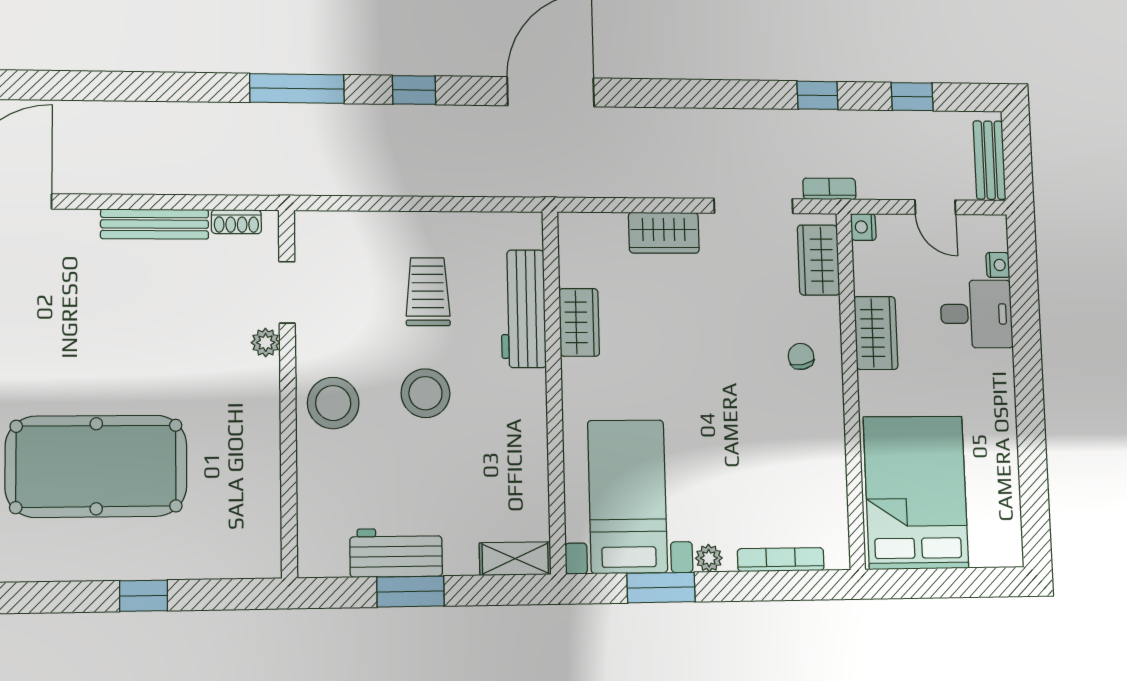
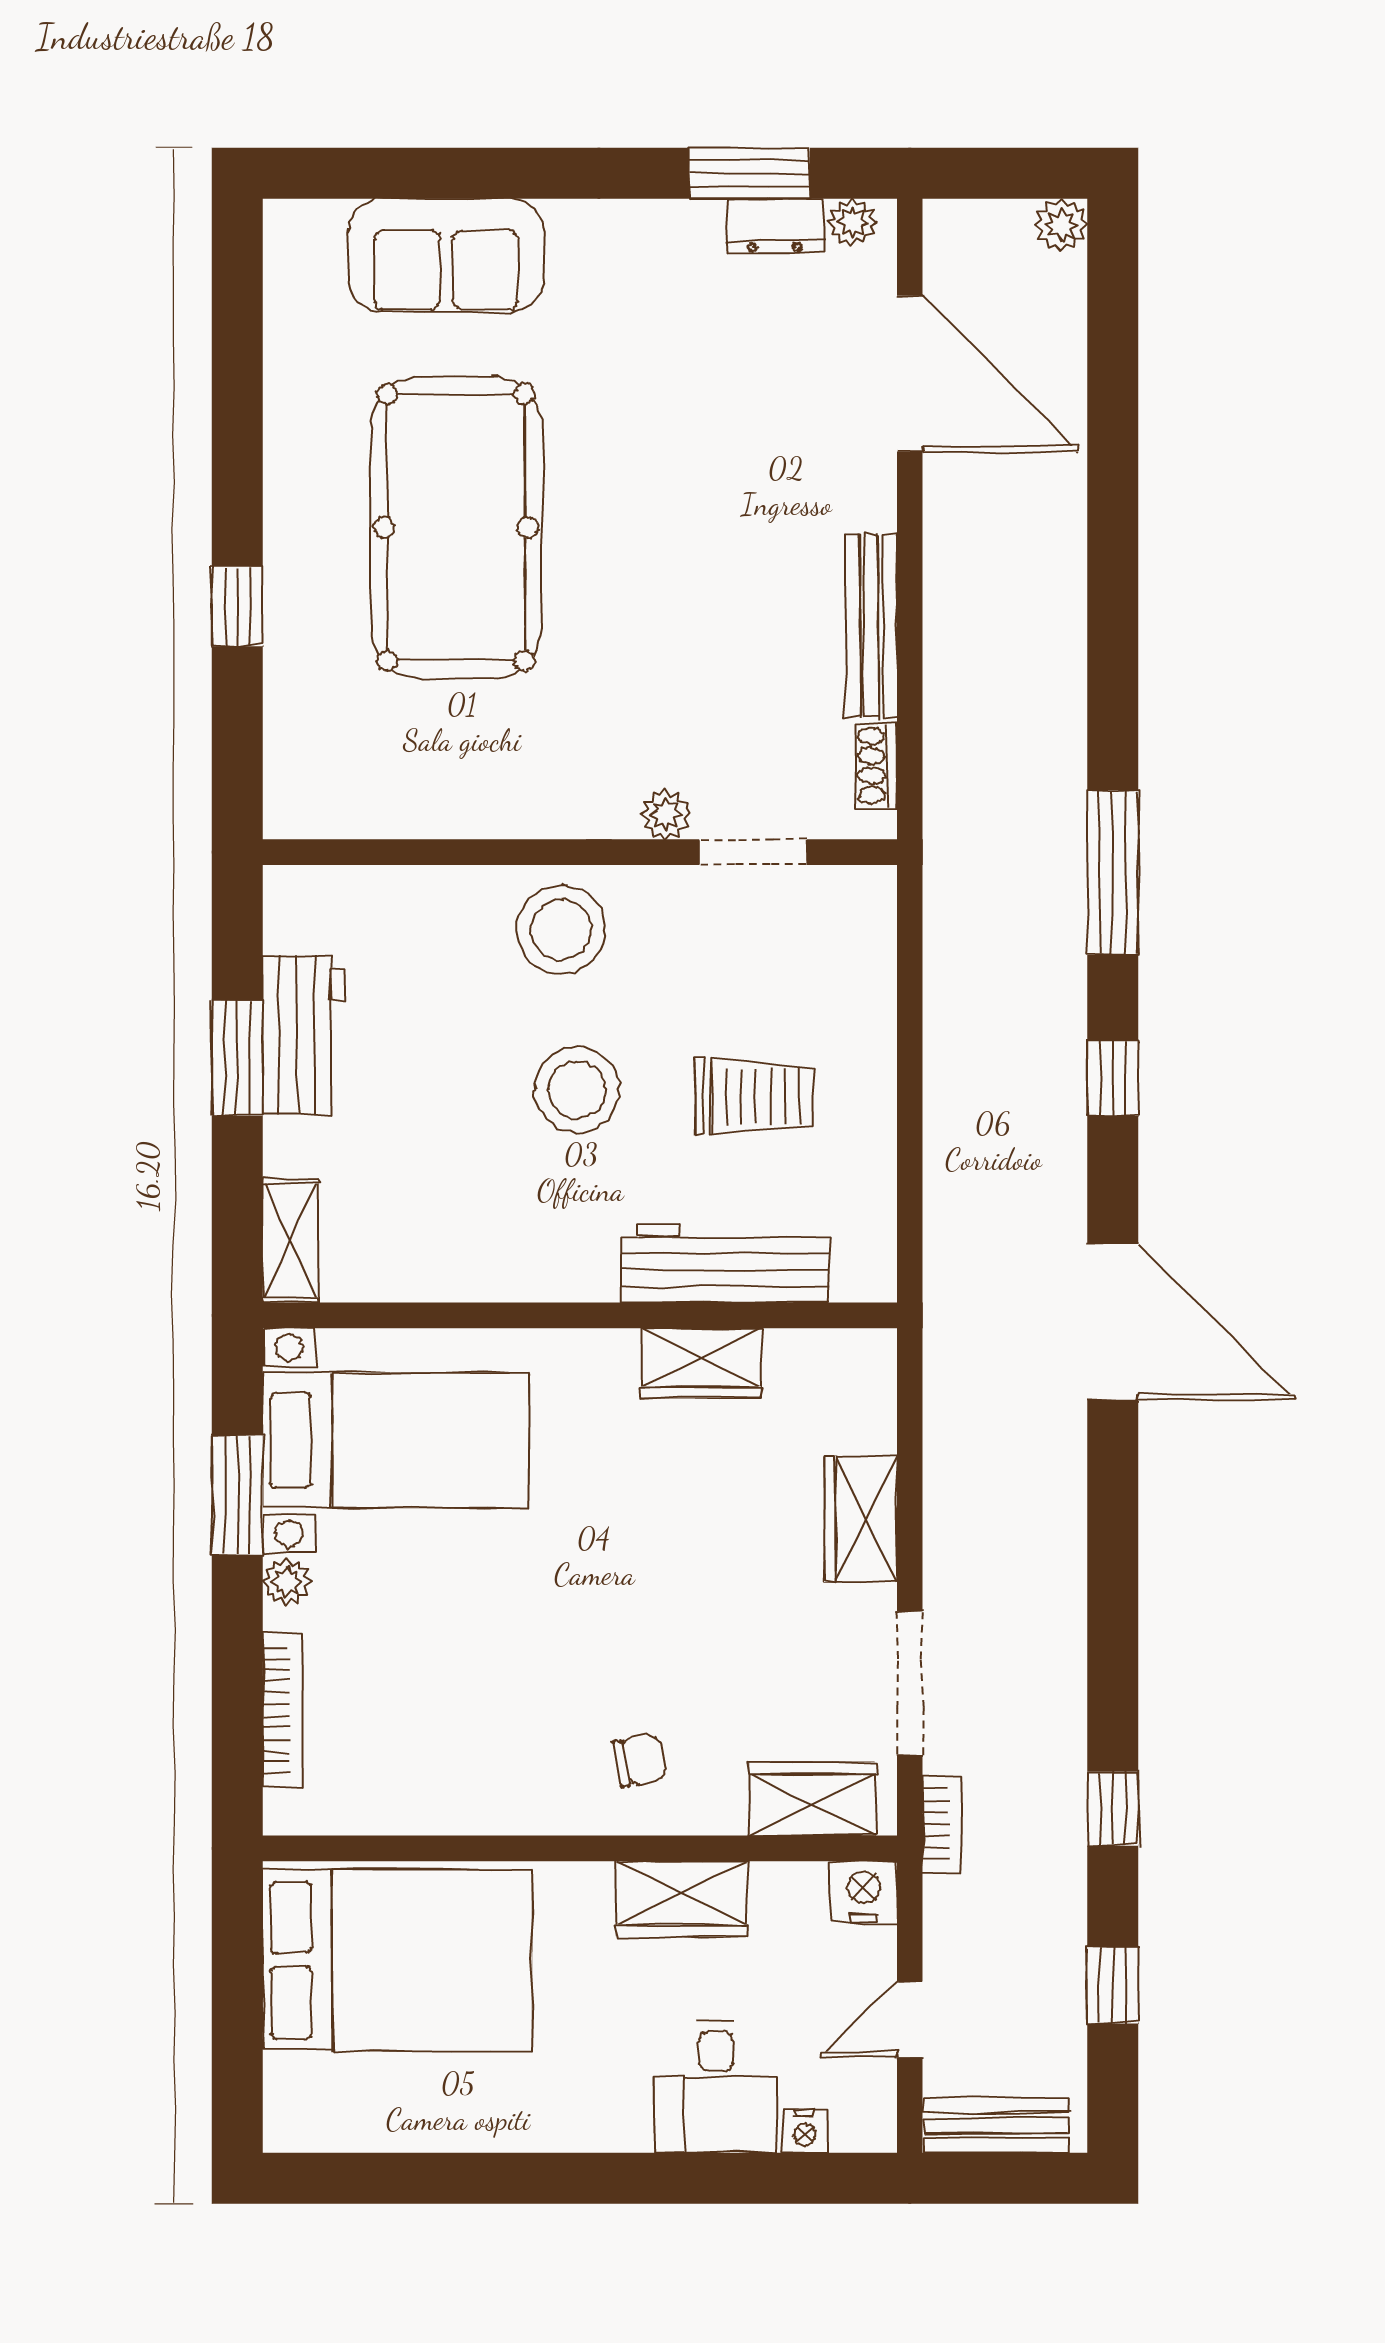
nightstand: (863, 227) -> (863, 1892), width x1.39, depth x1.35

